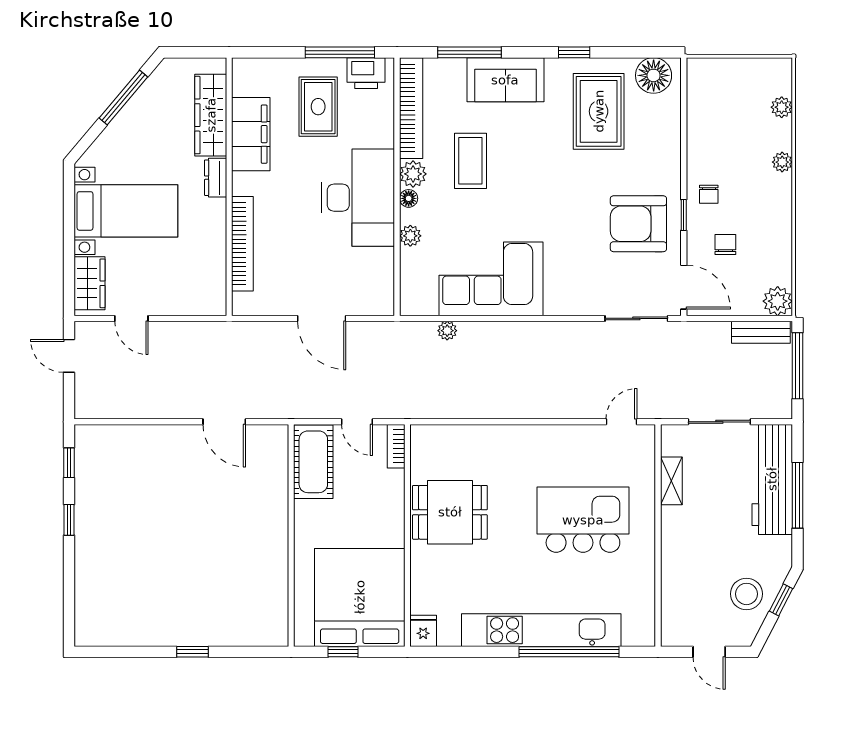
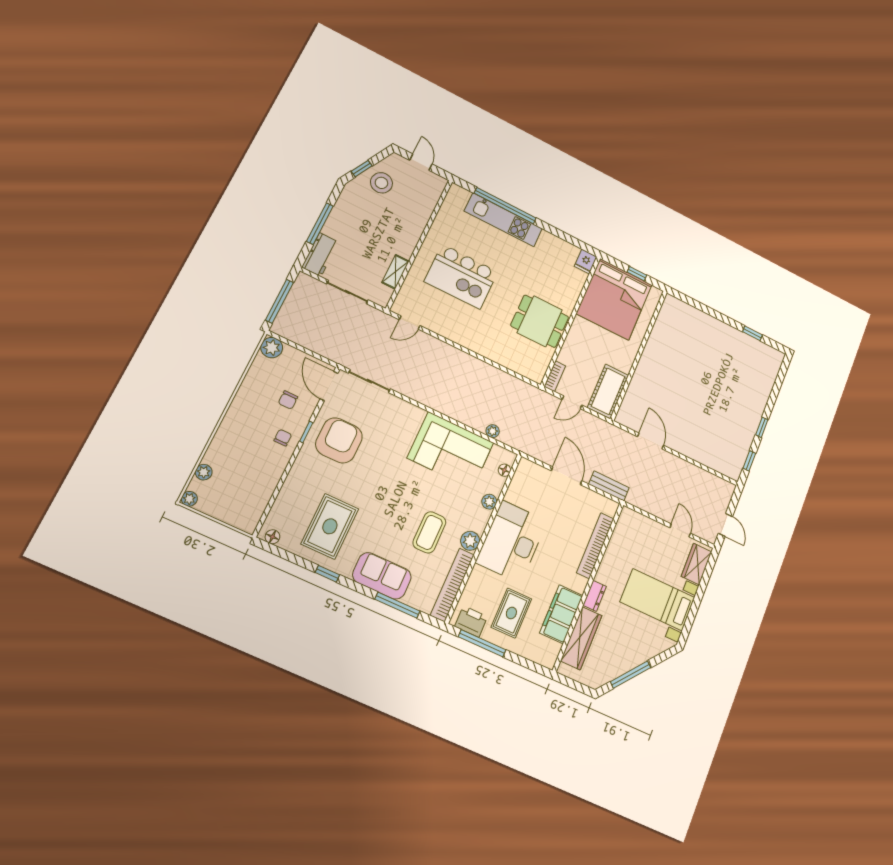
floor lamp: (654, 75) -> (272, 537), width x0.53, depth x0.53
plant: (782, 162) -> (189, 499), moved
floor lamp: (409, 198) -> (504, 470), moved
armchair: (638, 224) -> (339, 440), turned -90
bench: (761, 332) -> (609, 486), moved
door: (357, 422) -> (572, 402), swing flipped
workbench: (772, 479) -> (320, 255), width x0.53, depth x0.76
kitchen unit: (541, 630) -> (503, 220), width x0.73
window: (192, 652) -> (752, 333), moved

